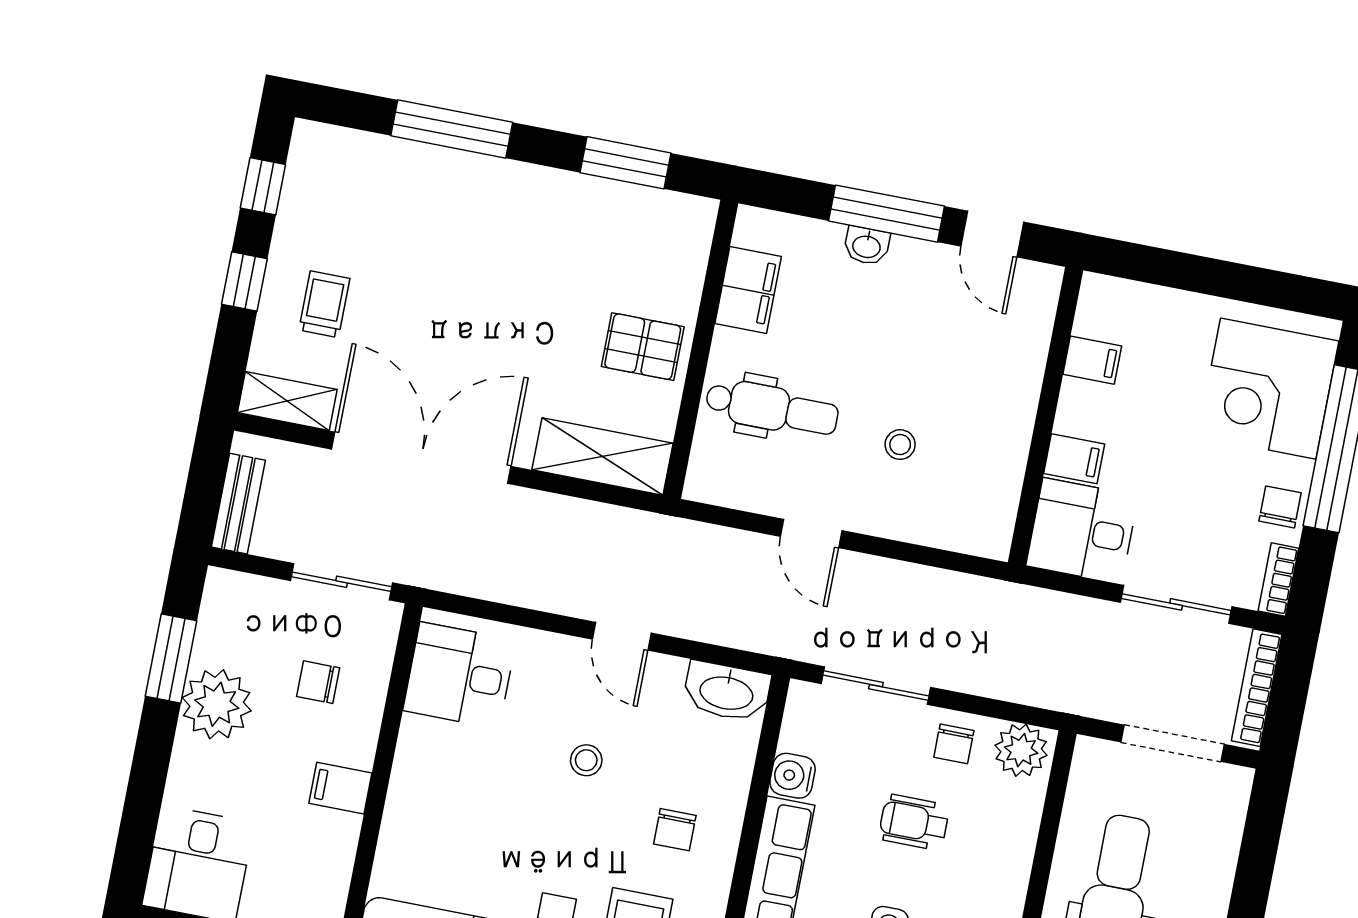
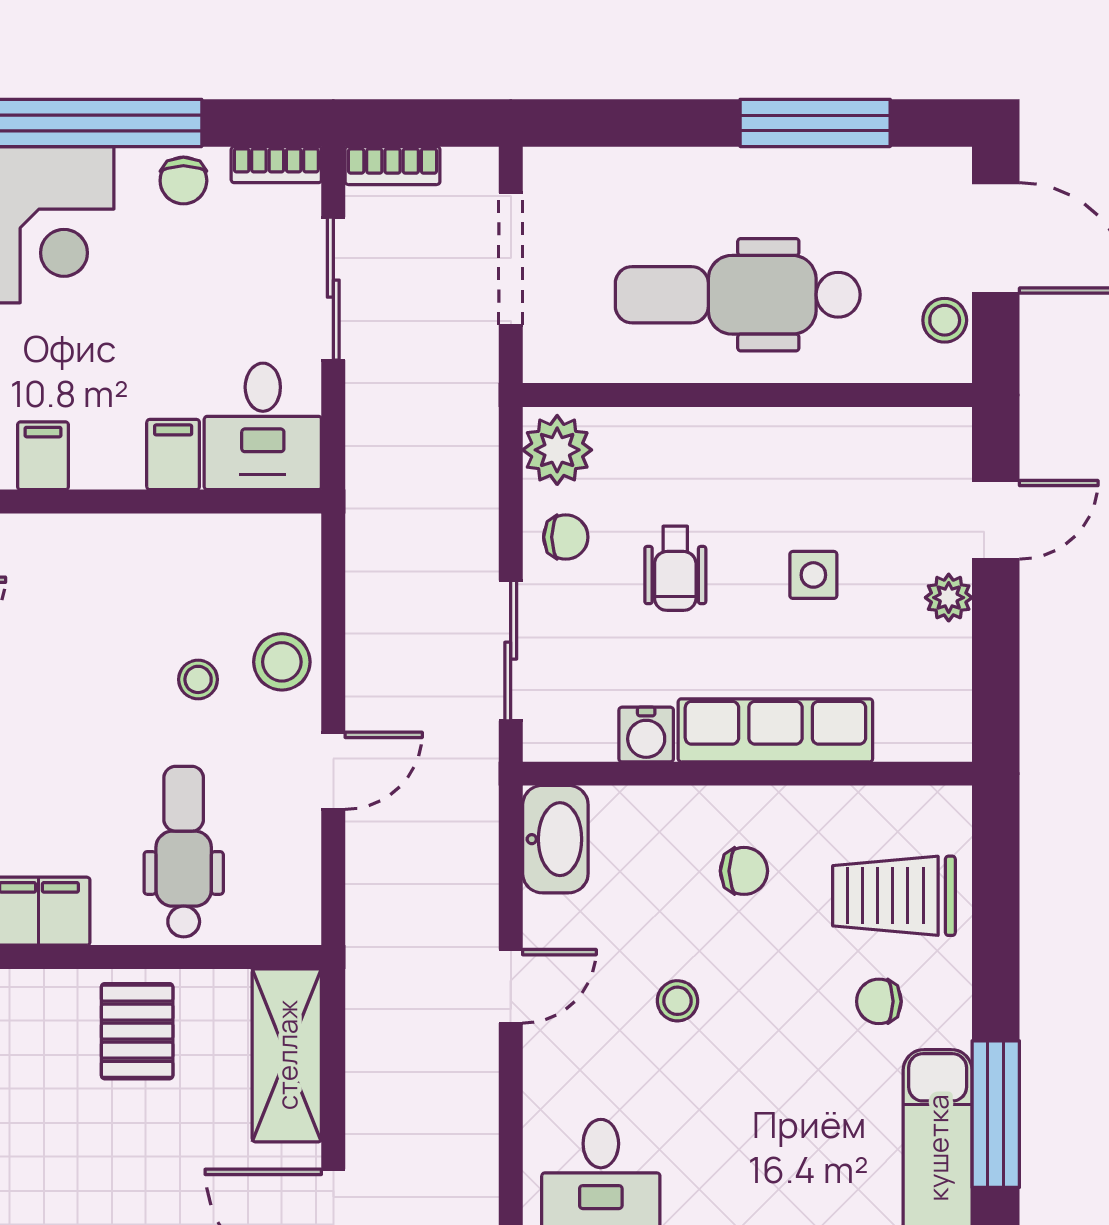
chair: (1280, 507) -> (183, 181), turned -90
stool: (901, 511) -> (282, 662), added
bookcase: (1257, 688) -> (393, 166), width x0.64

